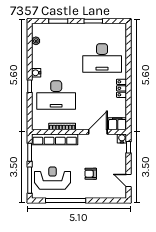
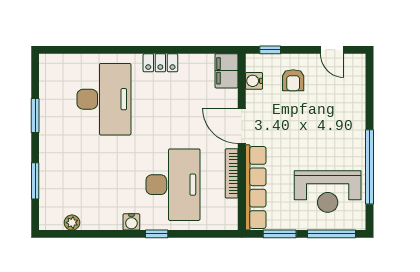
door: (98, 132) -> (242, 126), moved
water cooler: (122, 139) -> (254, 81), moved
armchair: (91, 174) -> (293, 80), moved
reception desk: (52, 178) -> (328, 192), turned -90
door: (128, 180) -> (332, 50), hinge flipped

